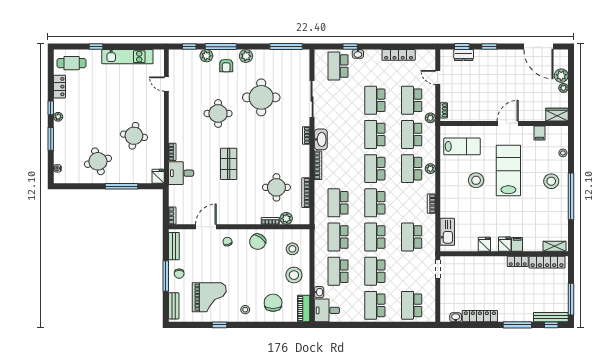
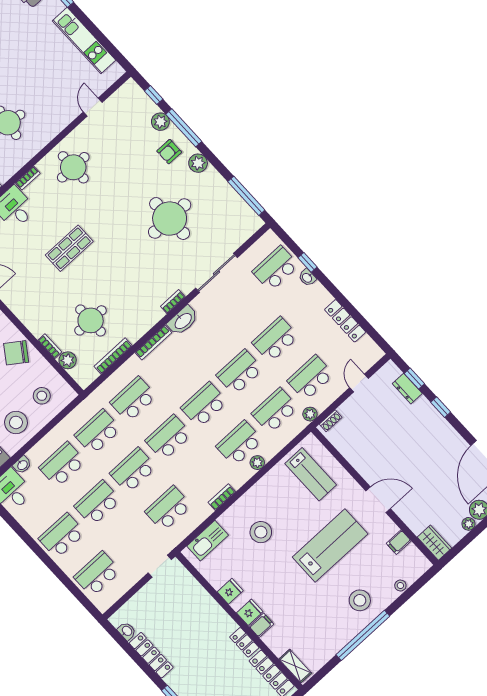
round table: (218, 113) -> (73, 167), moved
stool: (476, 180) -> (261, 532), moved

